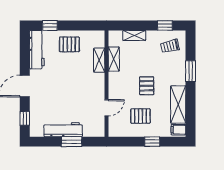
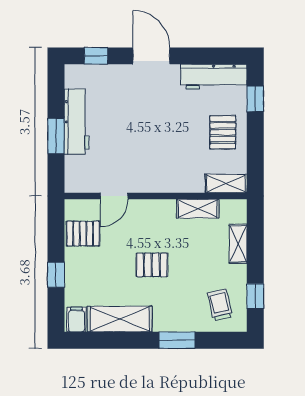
shelving: (99, 60) -> (226, 183), moved
door: (106, 108) -> (114, 196), hinge flipped
pallet: (141, 116) -> (83, 234), moved, turned 90

